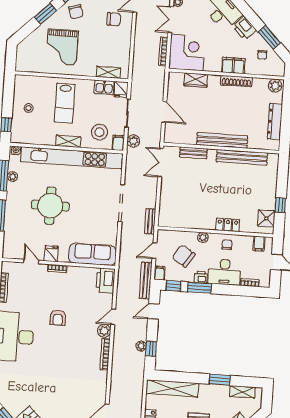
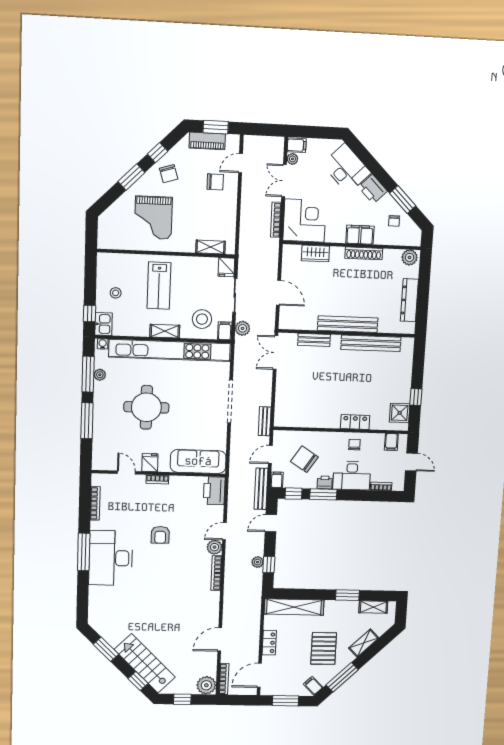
kitchen sink: (104, 87) -> (103, 324), moved, turned -90
plant: (203, 238) -> (327, 437), removed

